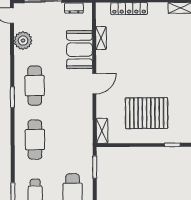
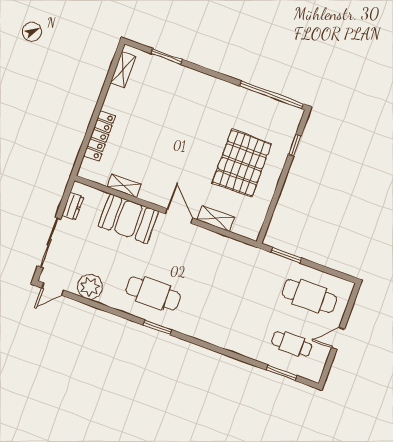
shelving: (102, 131) -> (216, 218), moved
cafe table: (35, 140) -> (222, 319), removed

